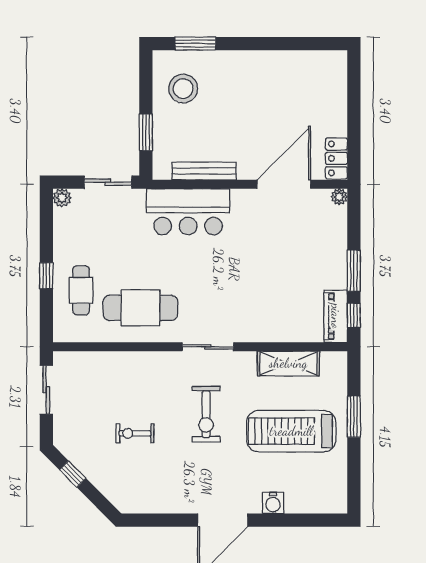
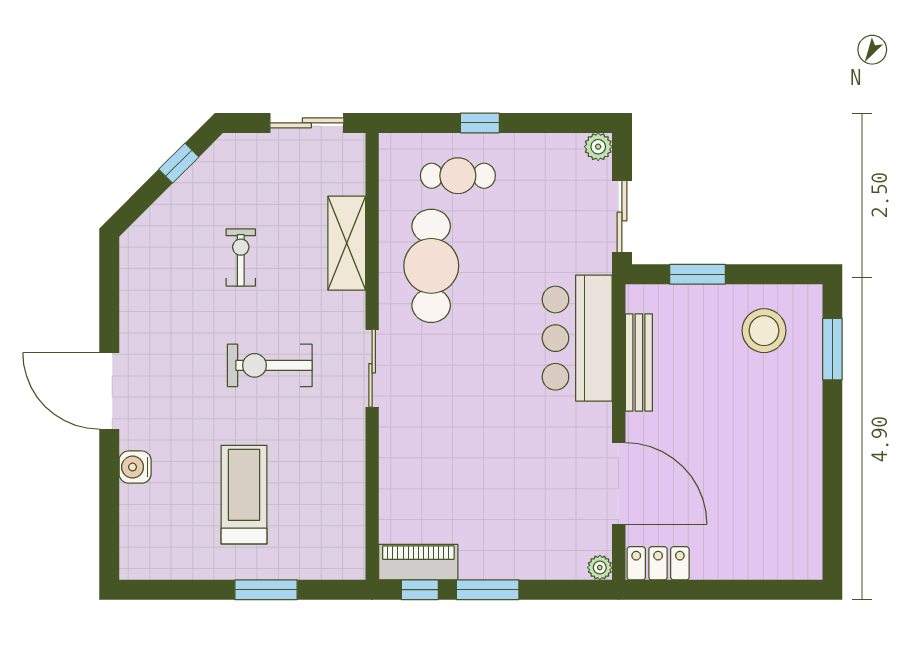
shelving: (288, 363) -> (347, 243), moved
treadmill: (291, 431) -> (244, 495), width x0.73, depth x0.73

